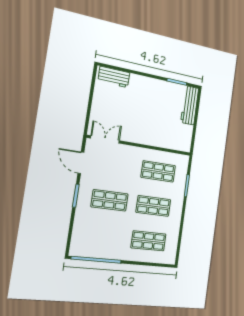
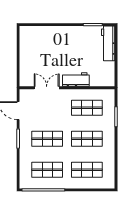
workbench: (114, 77) -> (76, 80), moved, turned 180
double door: (105, 139) -> (47, 88), moved
shop shelf: (104, 236) -> (47, 170), added

